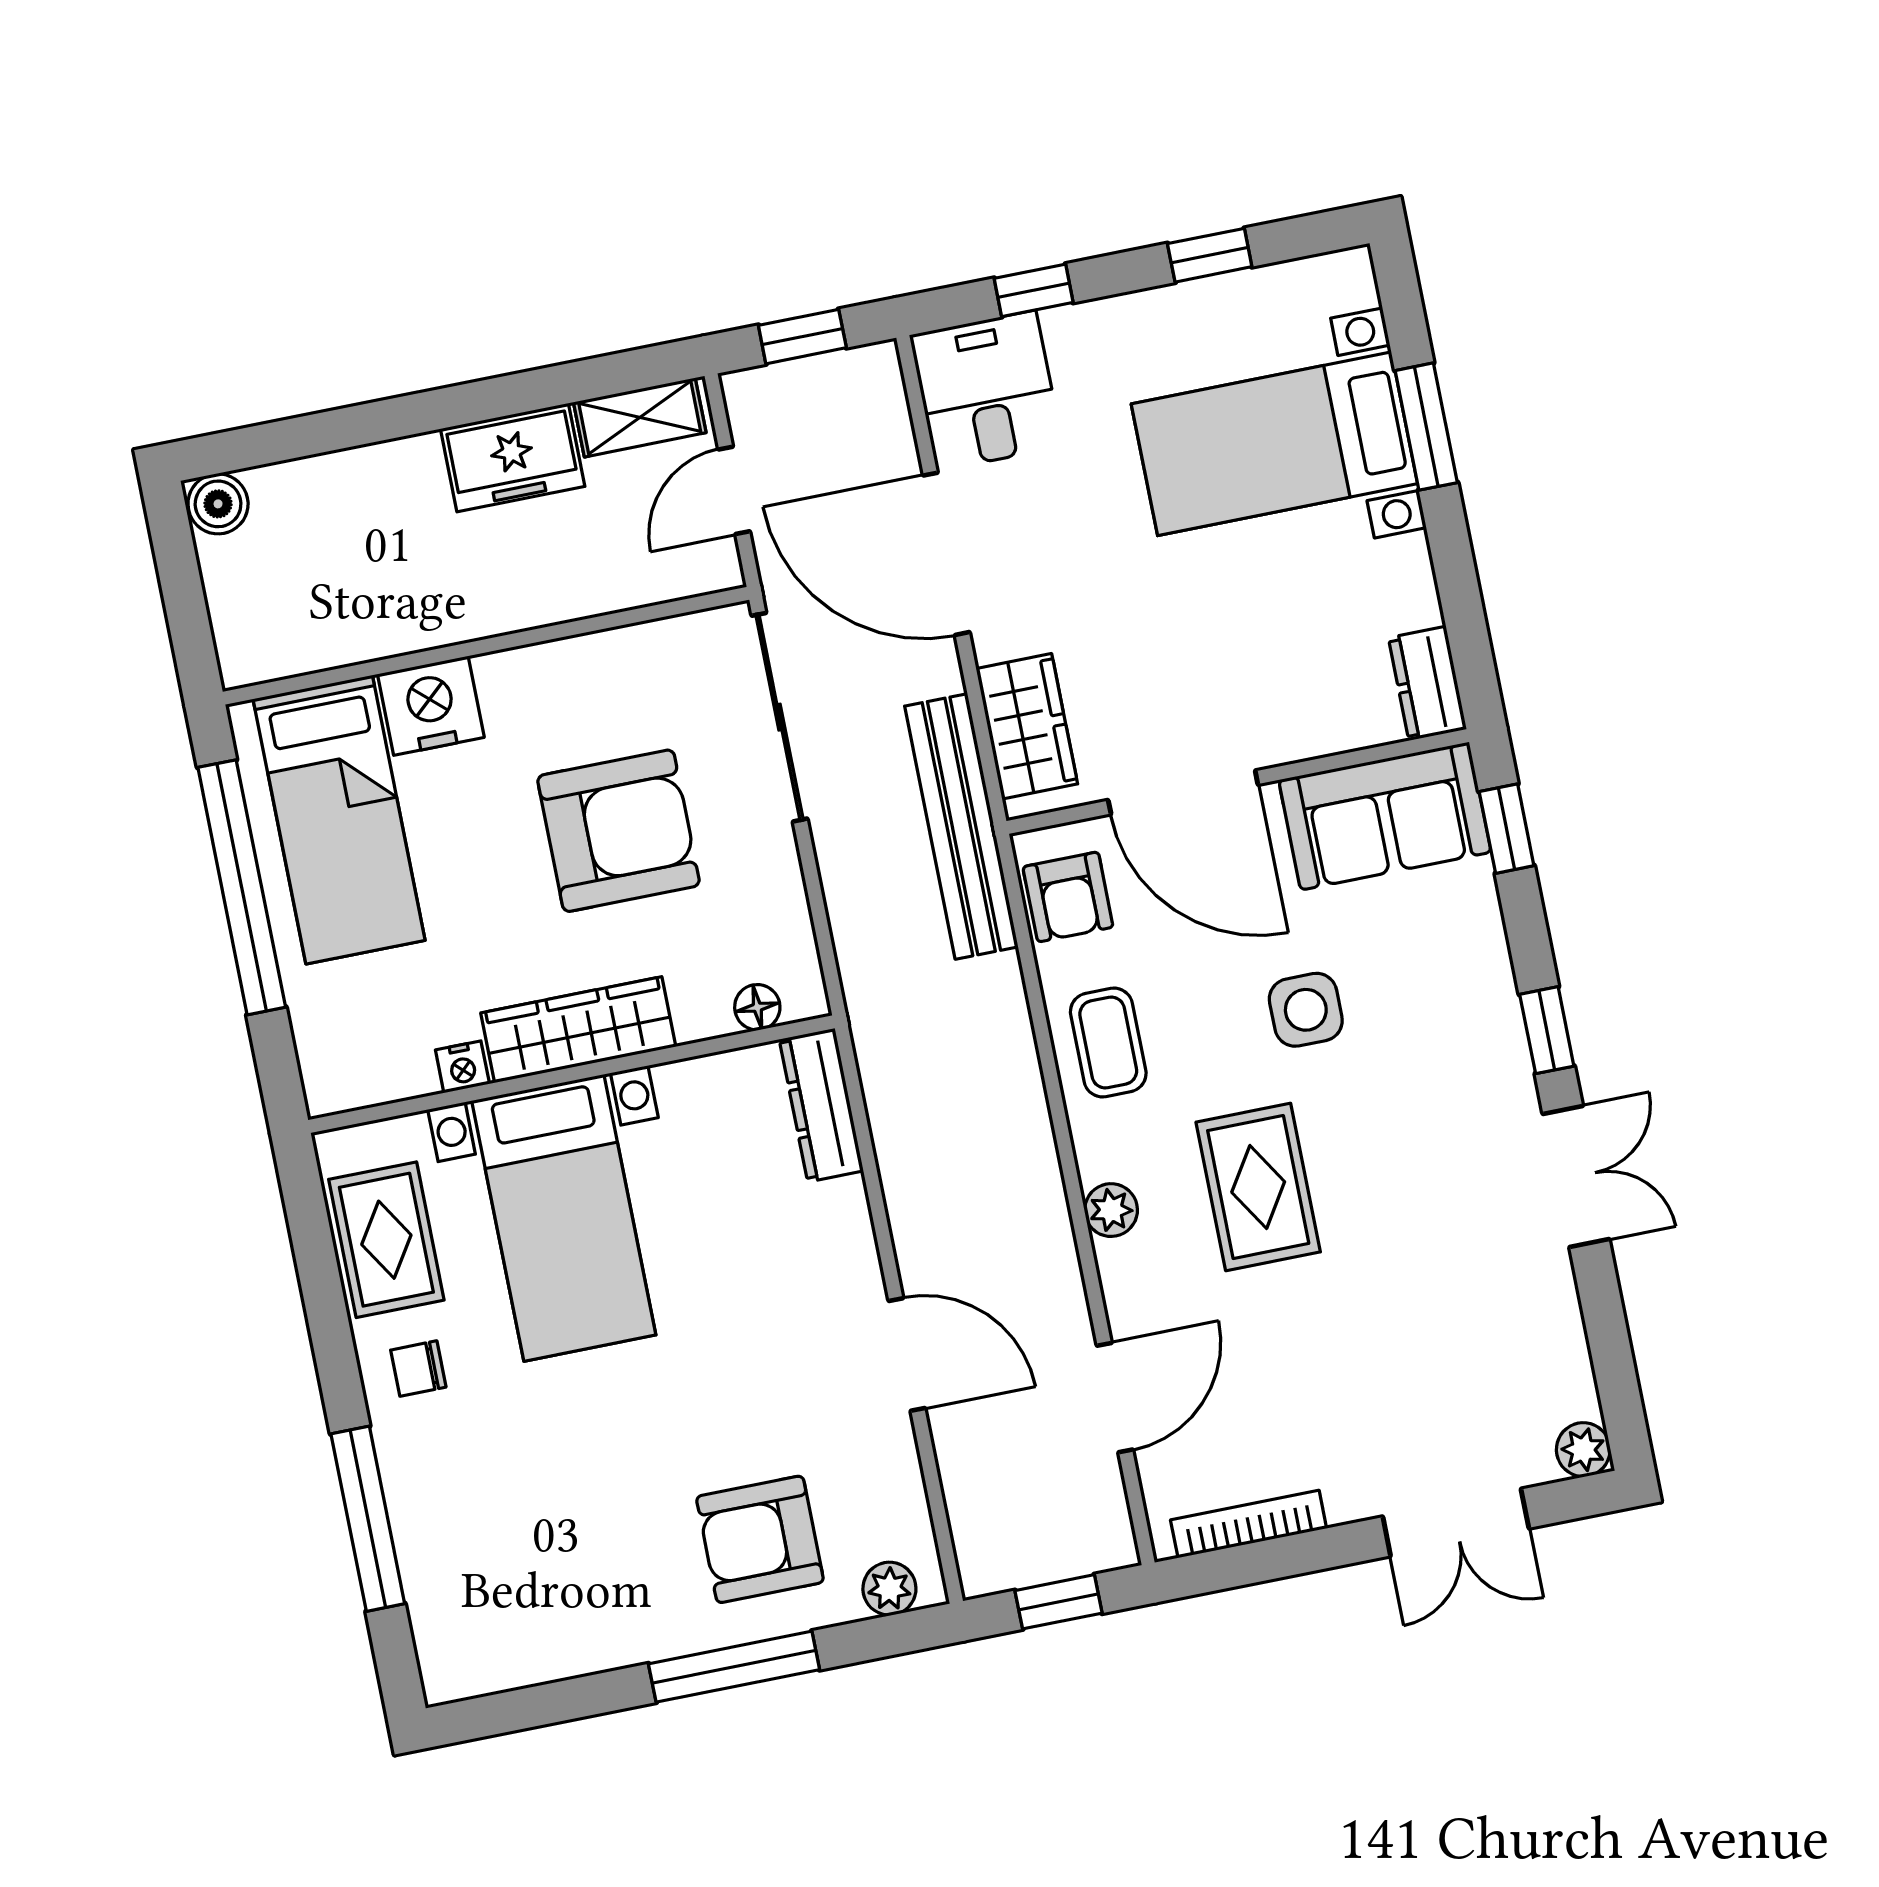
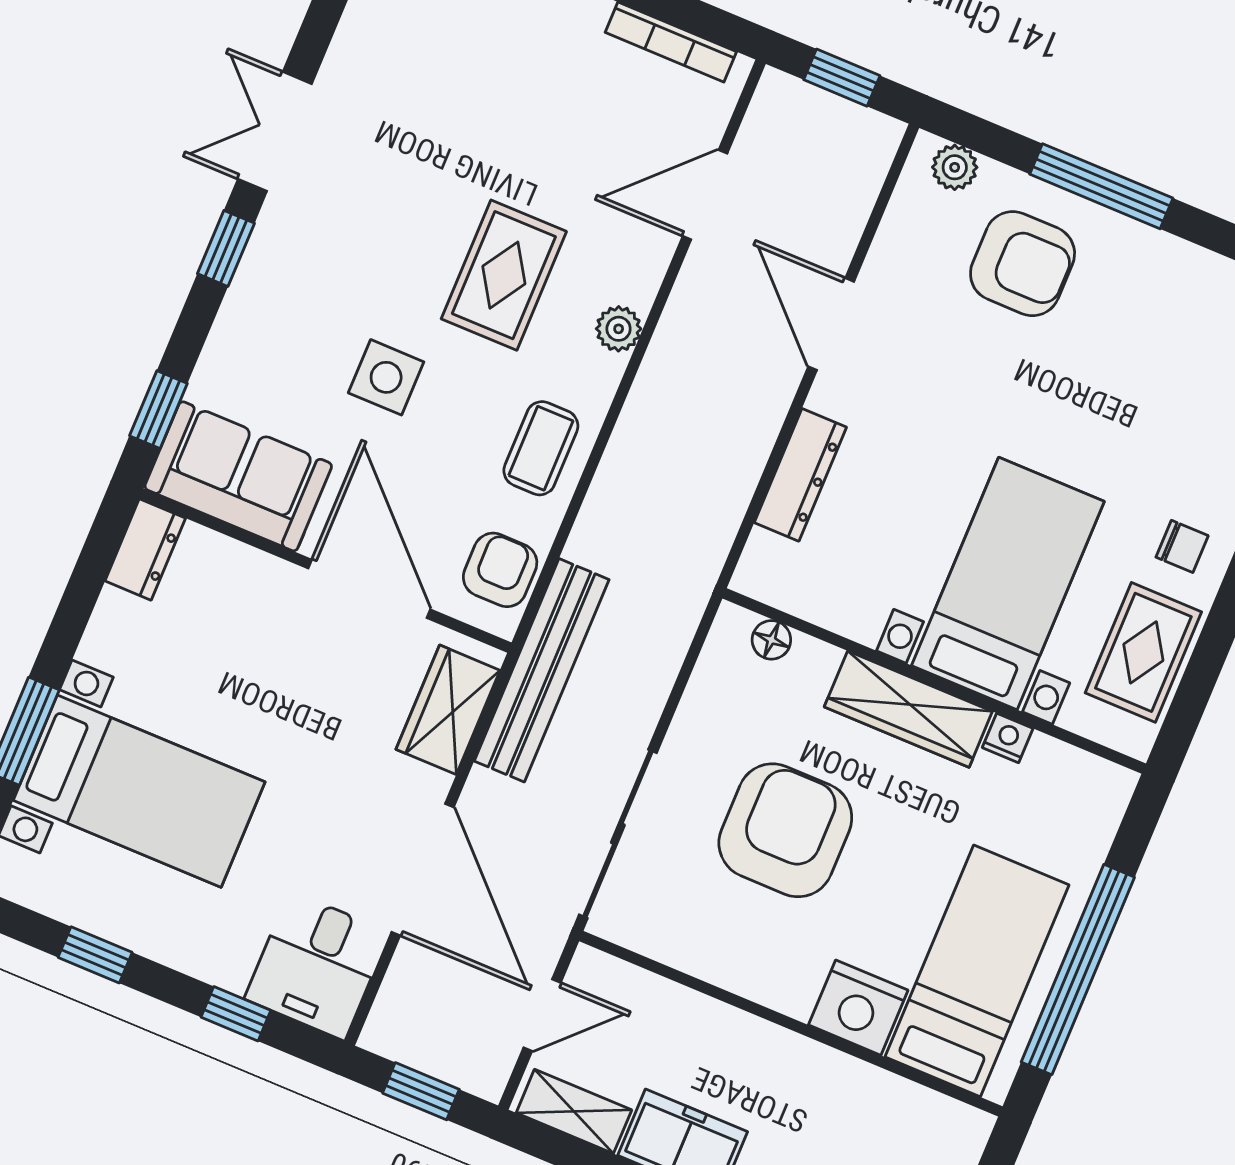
armchair: (618, 831) -> (785, 830), turned 90
dresser: (821, 1105) -> (800, 475), moved

